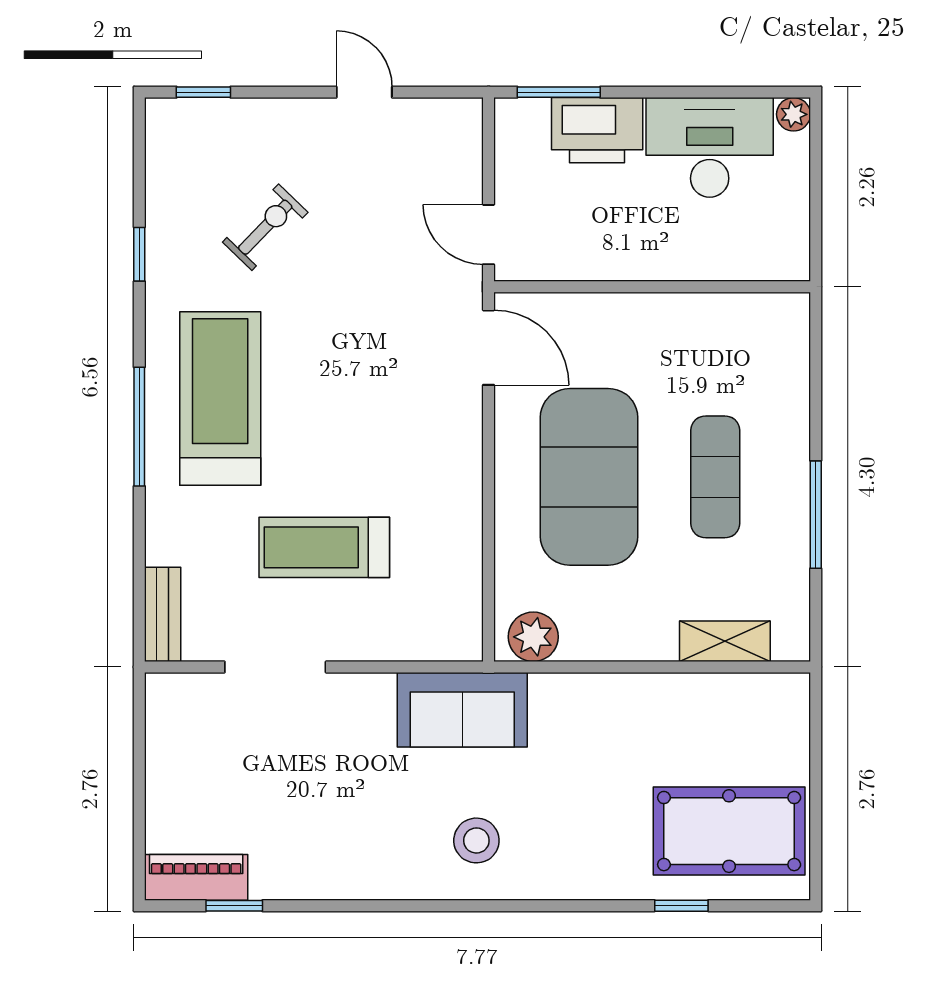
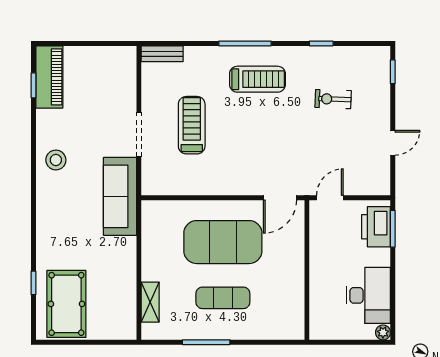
printer: (597, 130) -> (376, 227), moved
exercise bike: (265, 227) -> (333, 99), turned 138
treadmill: (220, 398) -> (257, 79), width x0.73, depth x0.73
plant: (533, 637) -> (152, 217), removed
doorway: (275, 667) -> (139, 134), moved
sofa: (462, 710) -> (120, 196), width x1.36
stool: (476, 840) -> (56, 160), moved
piano: (196, 877) -> (49, 77), width x1.37, depth x1.33

